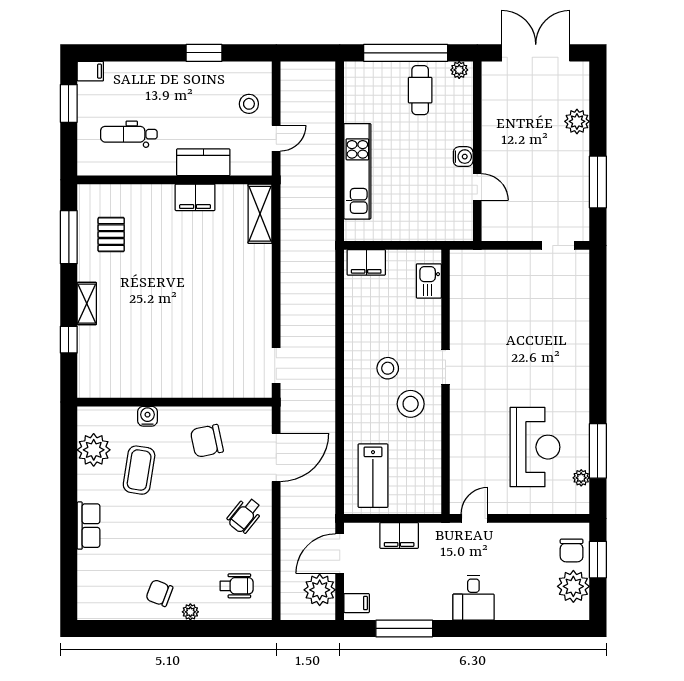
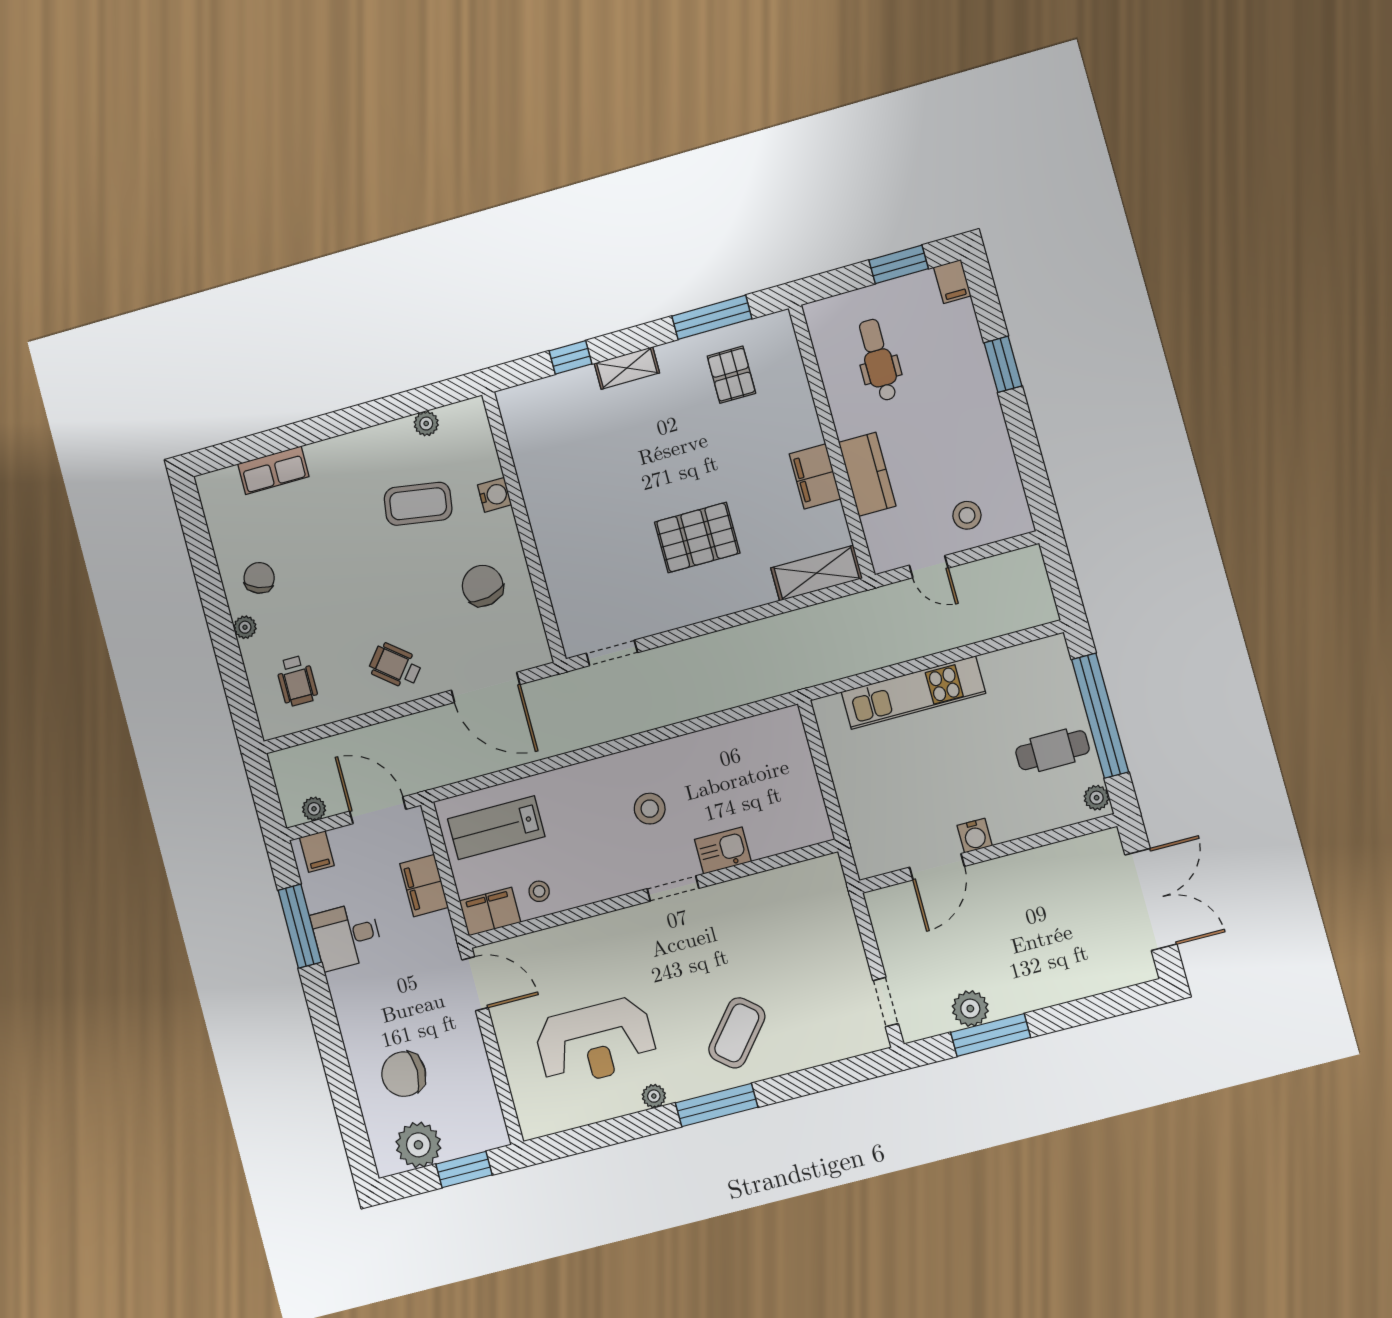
window: (204, 53) -> (1003, 364), moved
plant: (577, 121) -> (970, 1009), moved
door: (477, 187) -> (937, 867), width x1.38
pallet: (111, 235) -> (731, 375), turned 90
filing cabinet: (366, 262) -> (490, 912), moved, turned 90
kitchen sink: (429, 281) -> (723, 850), moved
pallet: (214, 287) -> (697, 538), added
coffee table: (553, 350) -> (737, 1033), added
stool: (411, 404) -> (539, 891), moved, width x0.53, depth x0.53
plant: (94, 450) -> (426, 424), width x0.53, depth x0.53
window: (598, 451) -> (717, 1105), moved
plant: (581, 478) -> (654, 1096), moved
door: (474, 518) -> (475, 984), width x1.38
row of seats: (89, 526) -> (273, 470), moved
chair: (572, 550) -> (404, 1074), moved, width x1.37, depth x1.37
plant: (320, 590) -> (314, 809), width x0.53, depth x0.53
desk: (473, 598) -> (347, 936), moved

